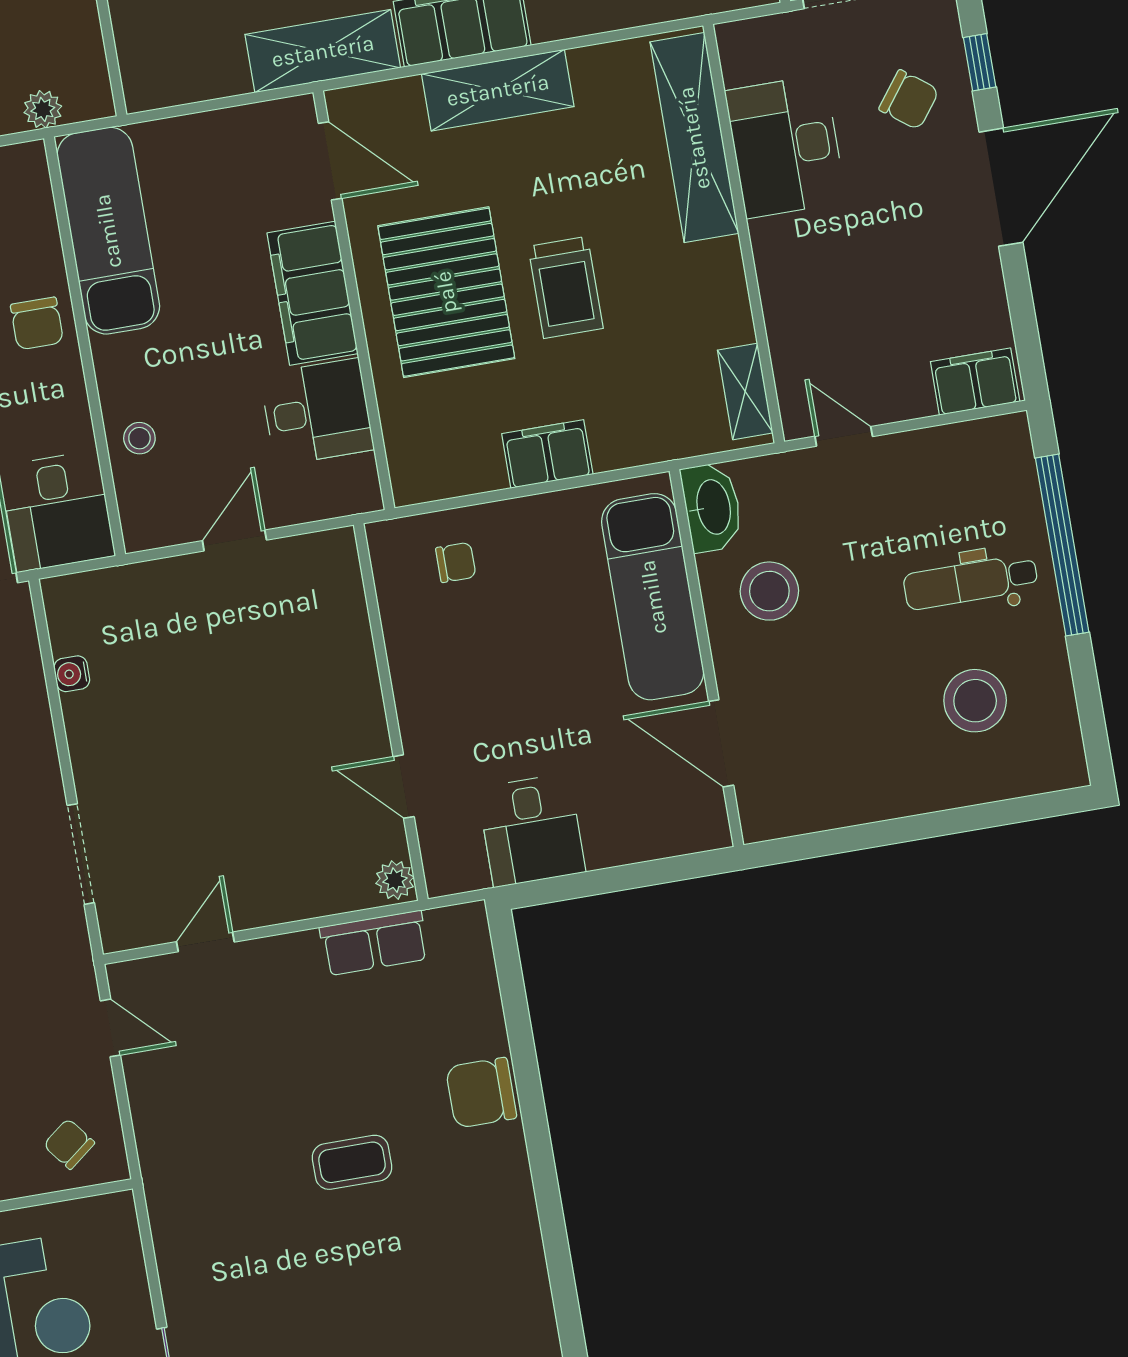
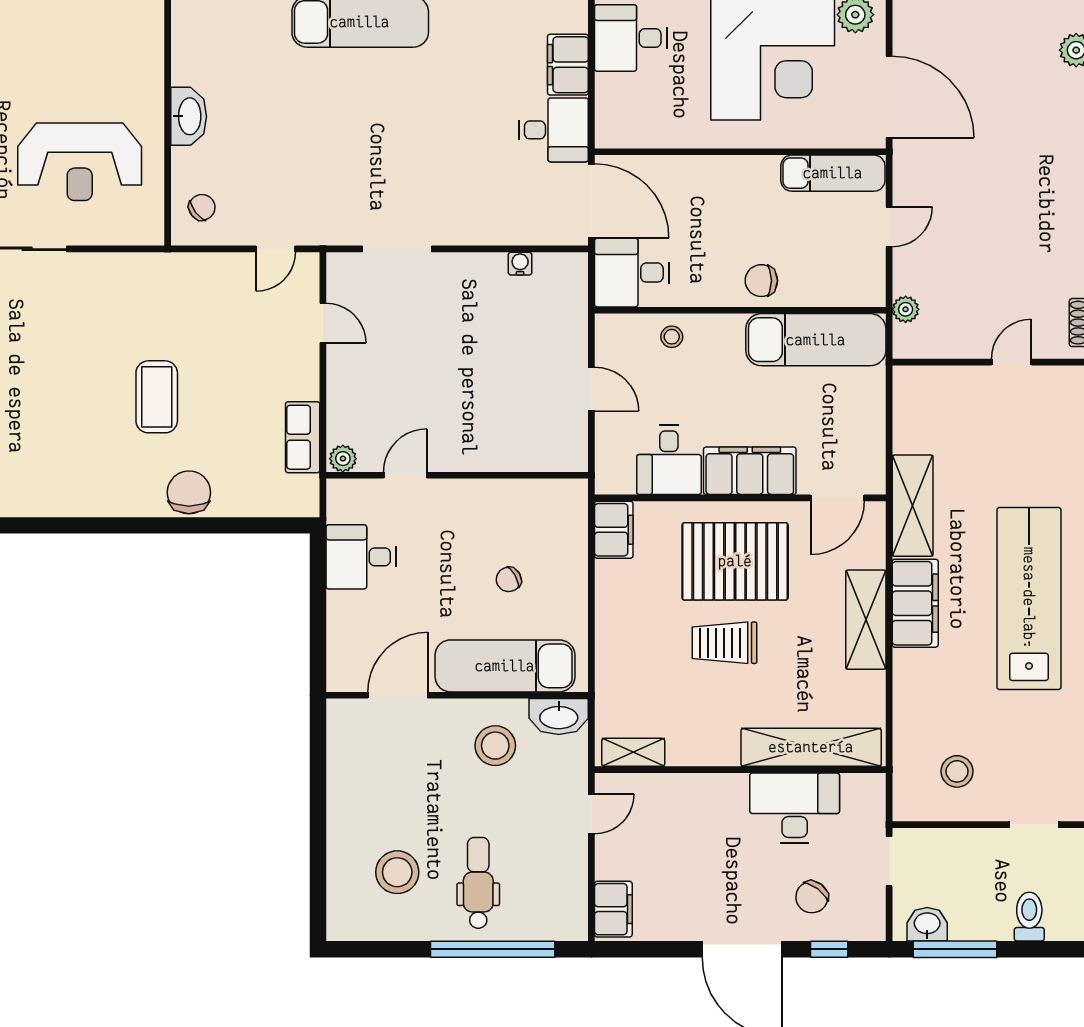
filing cabinet: (547, 454) -> (614, 530), moved
chair: (456, 562) -> (509, 579), moved, turned 61
coffee table: (352, 1162) -> (157, 397), width x1.36, depth x1.30

